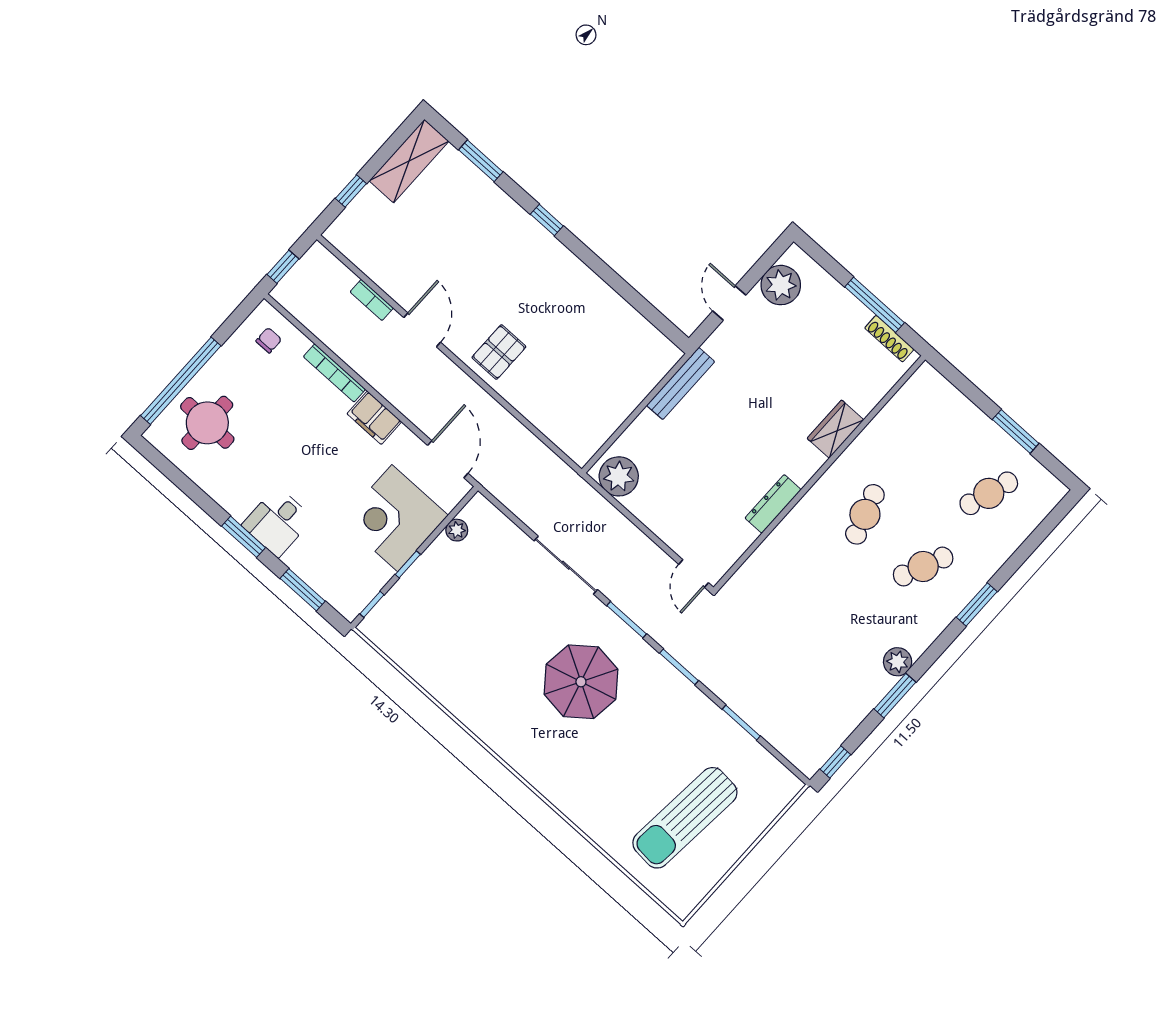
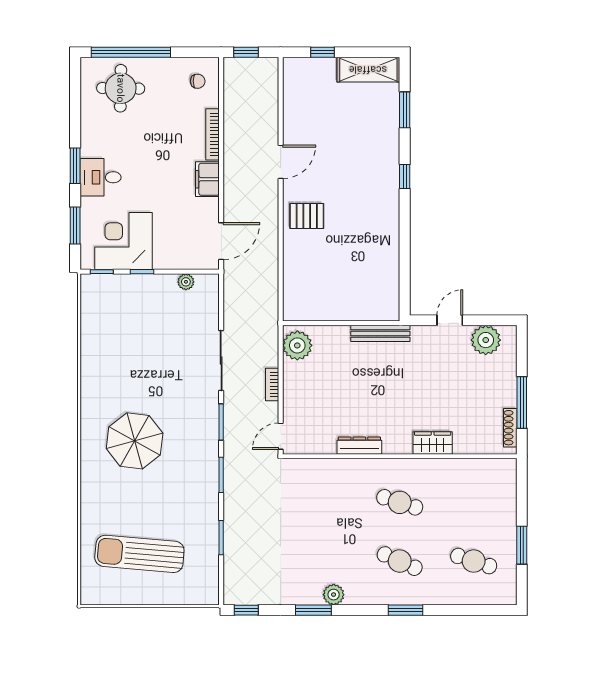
bookcase: (372, 300) -> (272, 385), moved
cafe table: (865, 514) -> (400, 502), turned 36
corner desk: (395, 518) -> (123, 241), moved
parasol: (581, 682) -> (135, 441), moved

